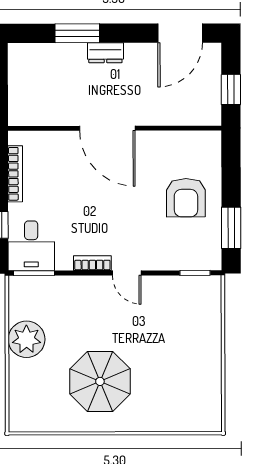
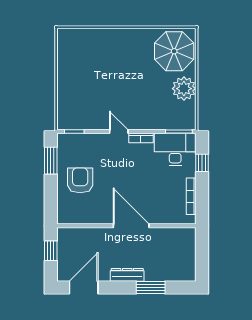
dresser: (105, 53) -> (127, 275), width x1.44
desk: (31, 246) -> (175, 149), width x1.37
parasol: (100, 381) -> (174, 51), moved

